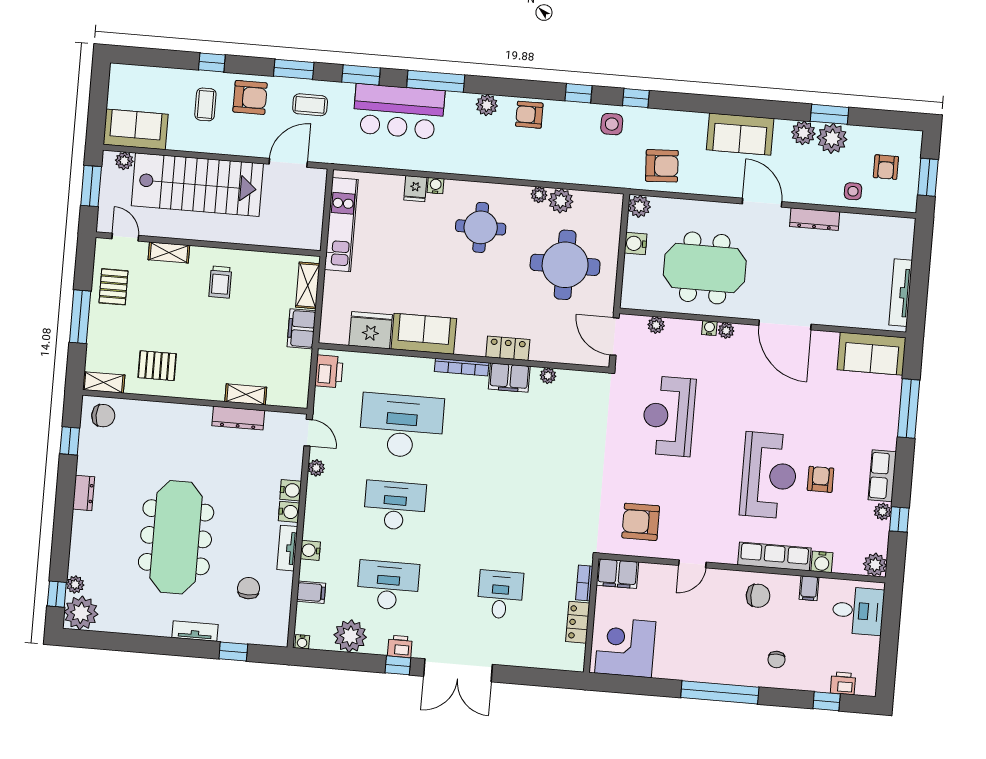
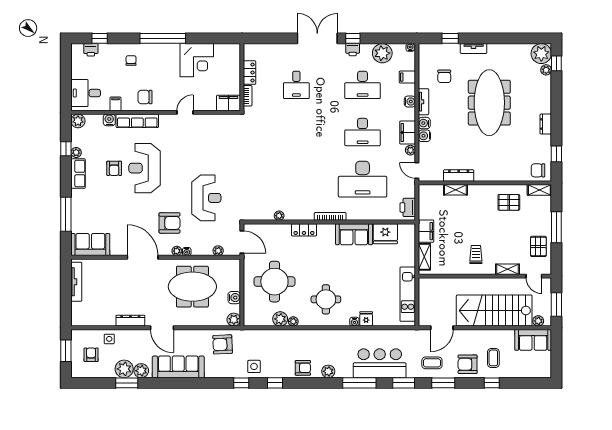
sofa: (740, 134) -> (178, 367), width x1.36
filing cabinet: (509, 378) -> (408, 133), moved, turned -90
armchair: (641, 522) -> (169, 223), moved
corner desk: (625, 647) -> (197, 60), moved

